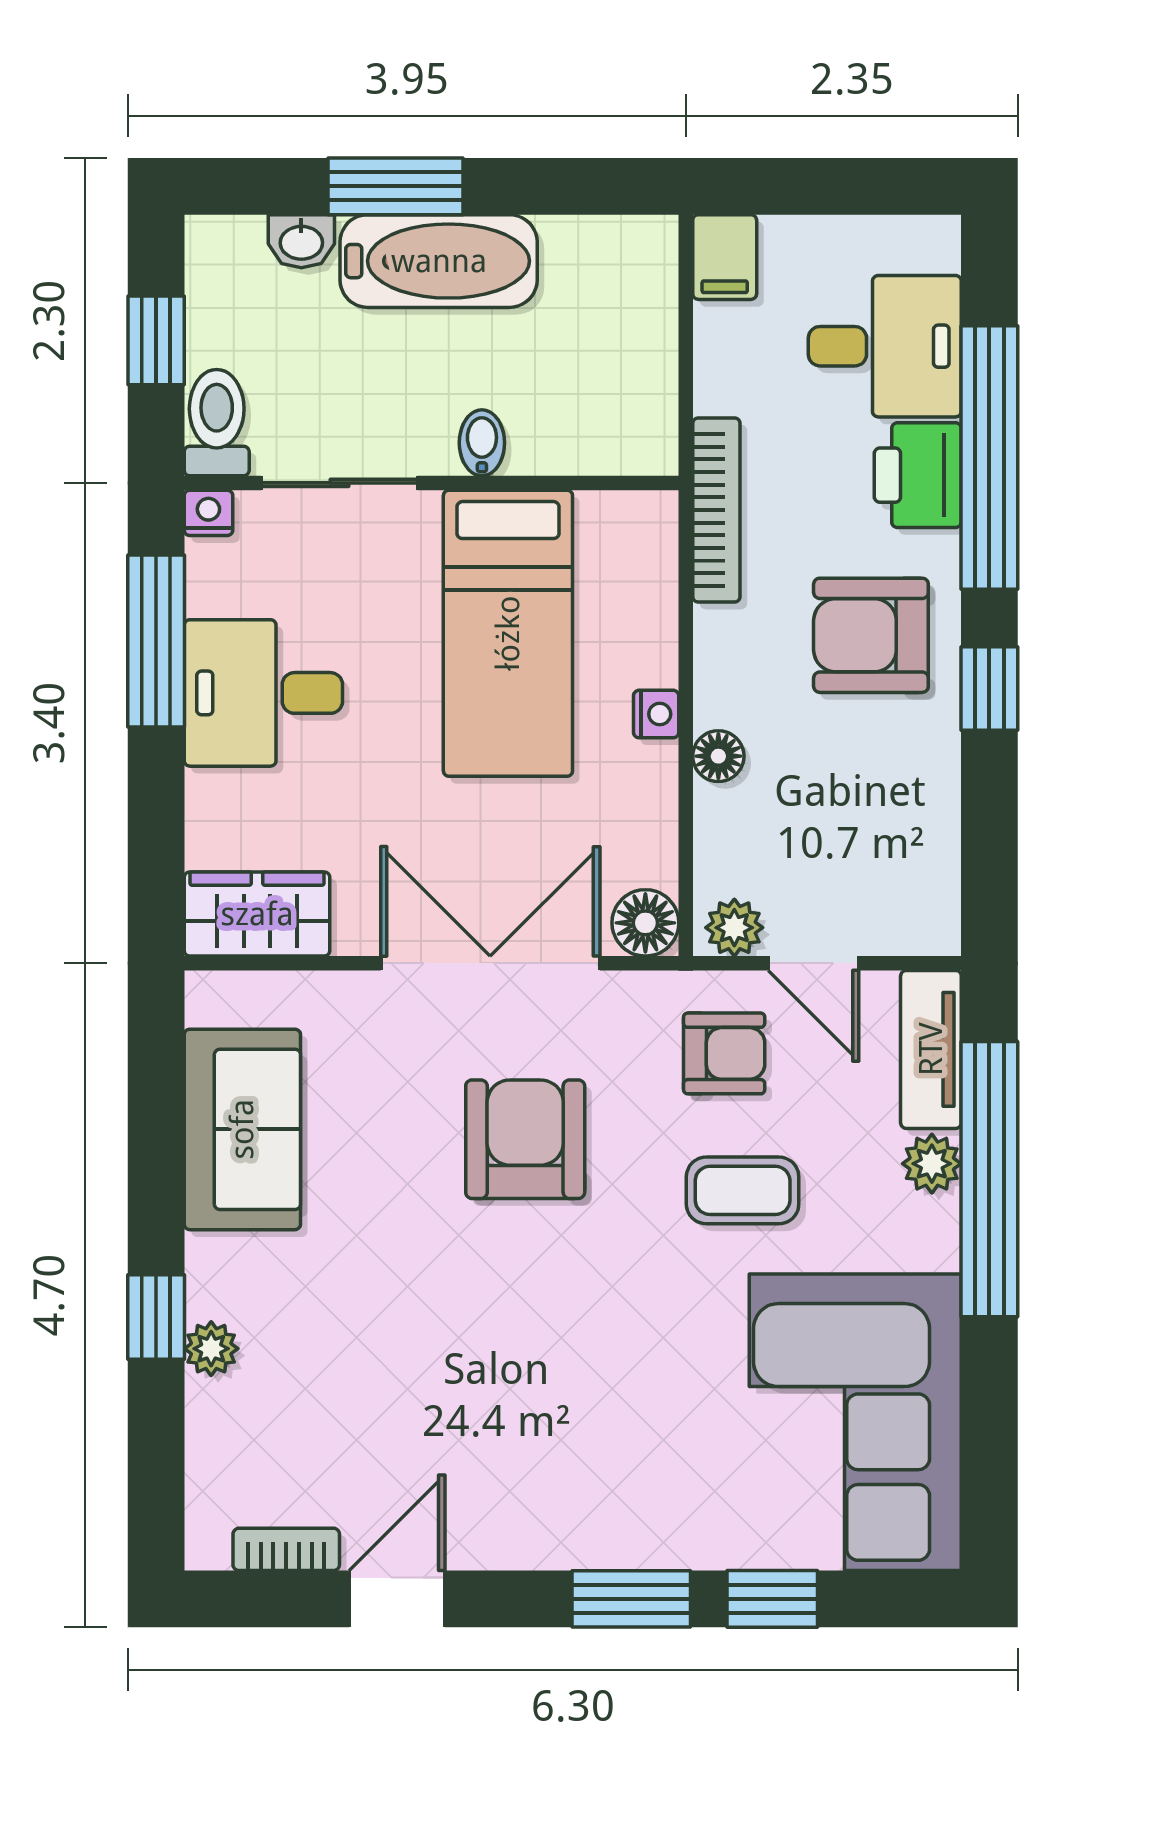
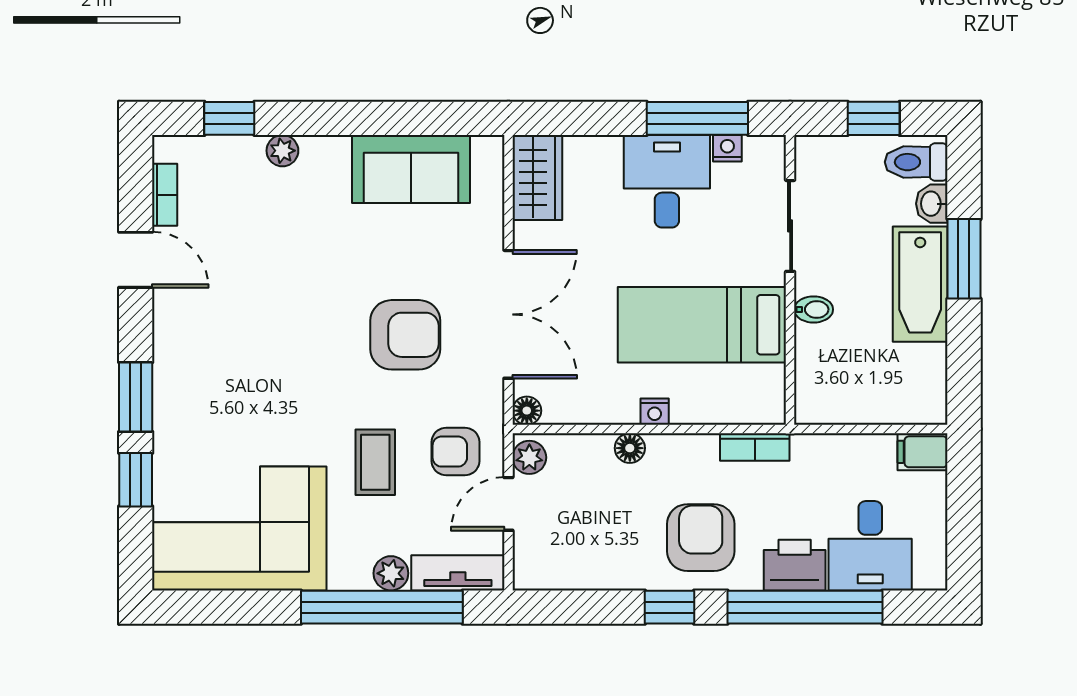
toilet: (217, 423) -> (916, 162), moved, turned 180
bookcase: (716, 510) -> (755, 447), width x0.64
nightstand: (208, 513) -> (727, 148), moved, turned -90
floor lamp: (645, 923) -> (527, 411), width x0.73, depth x0.73
armchair: (724, 1053) -> (456, 452), turned 90
window: (156, 1317) -> (229, 118), moved

